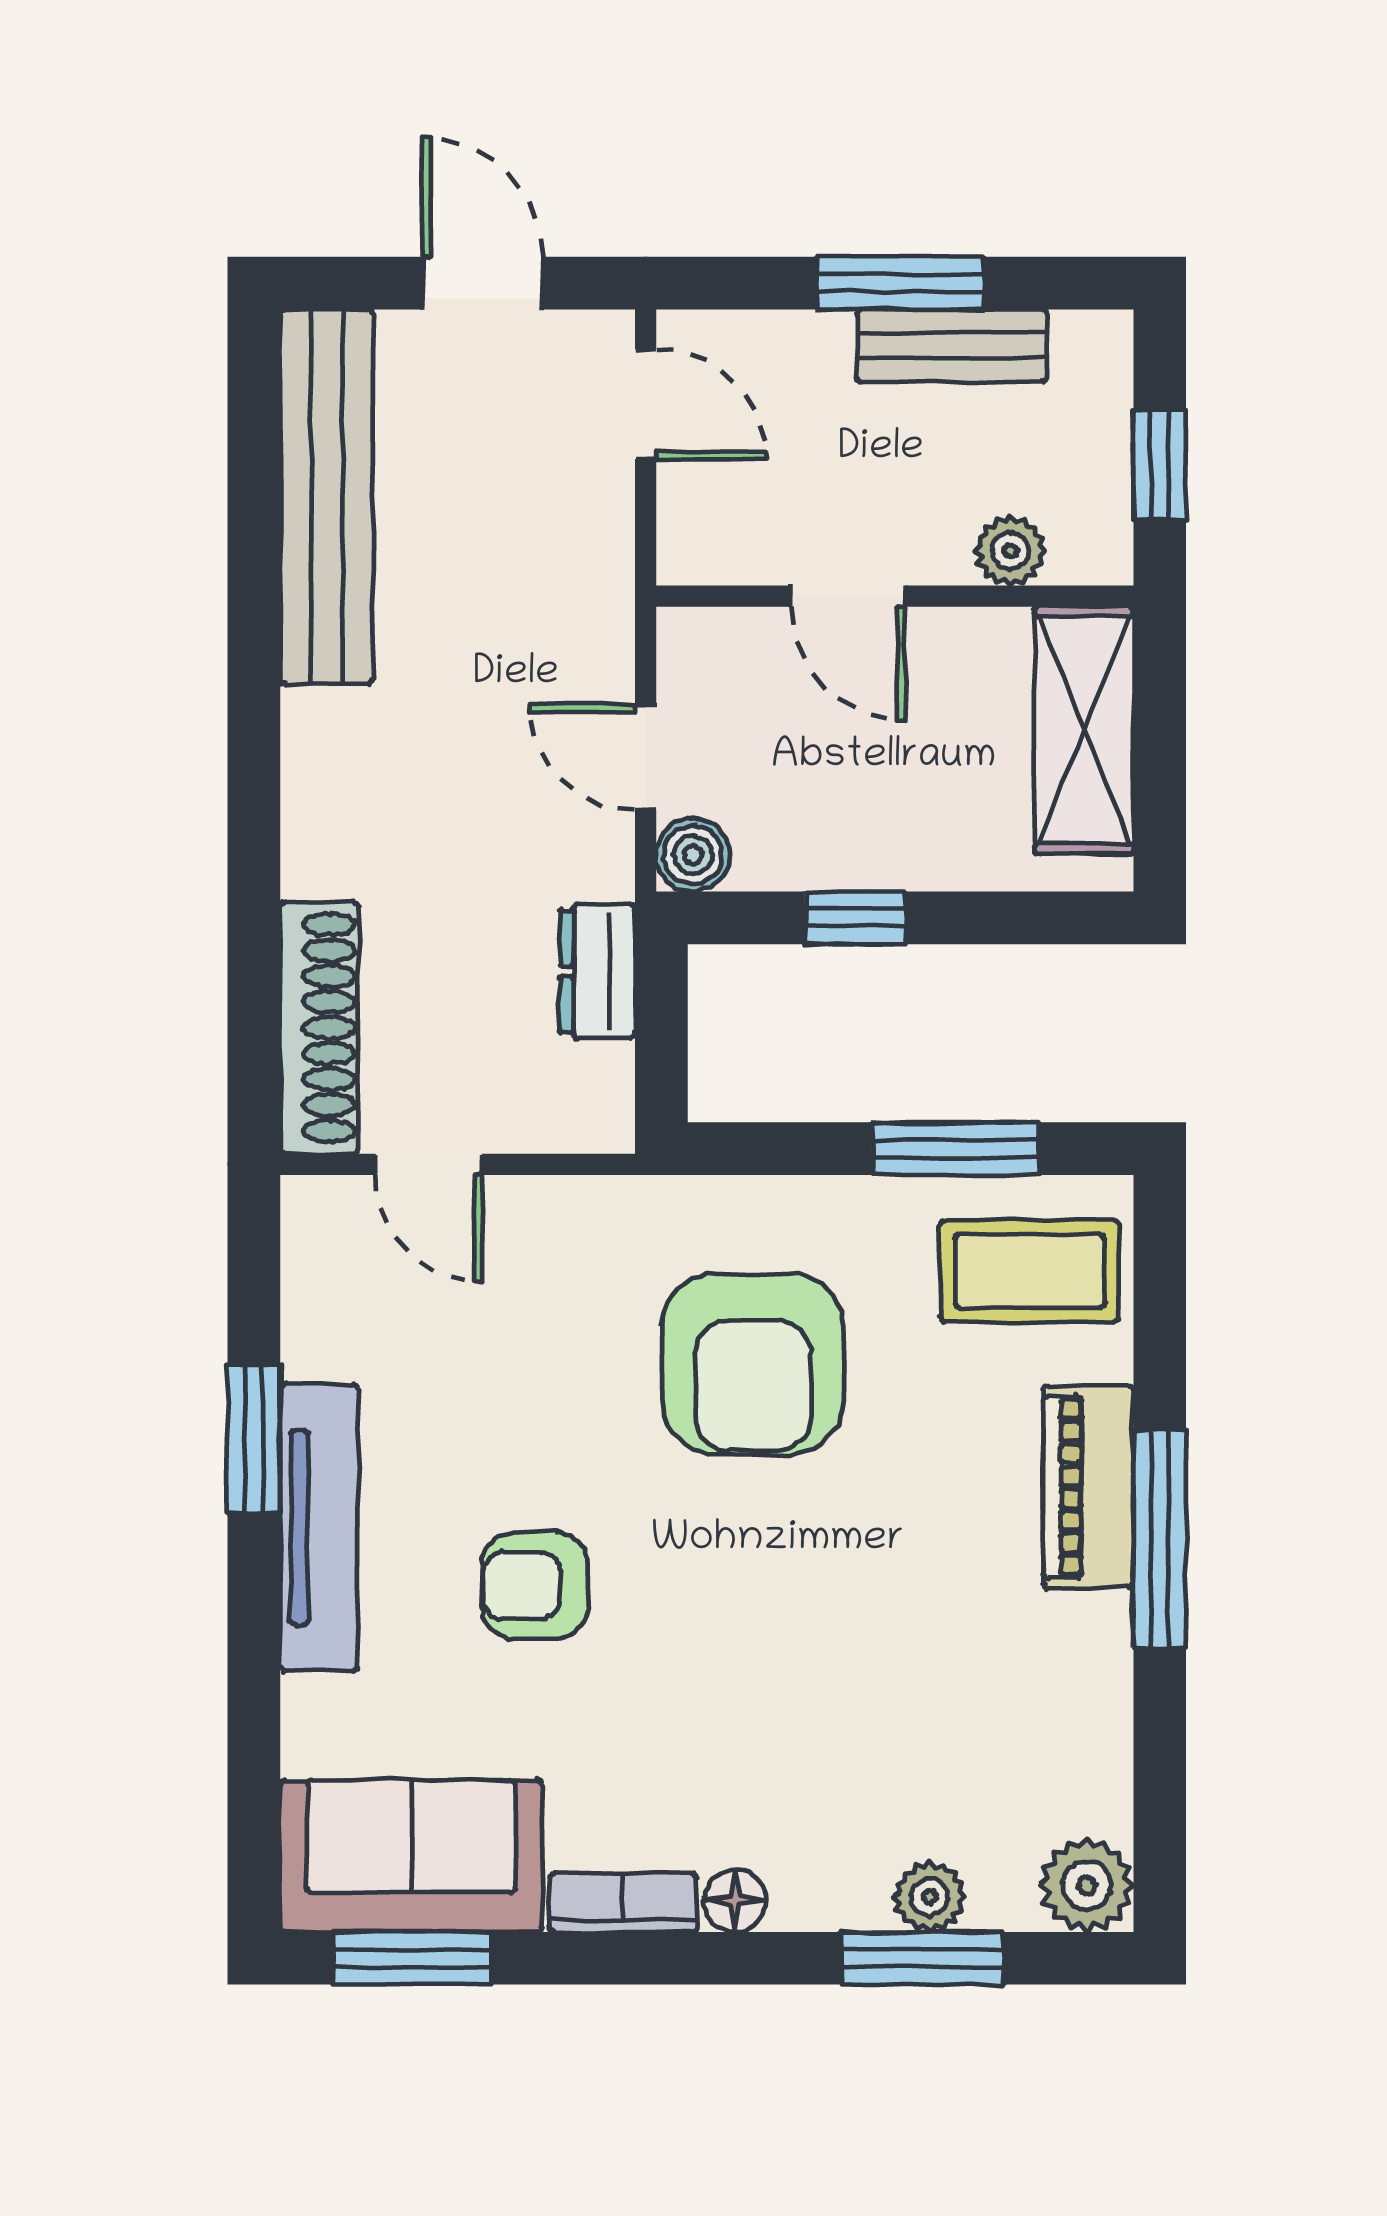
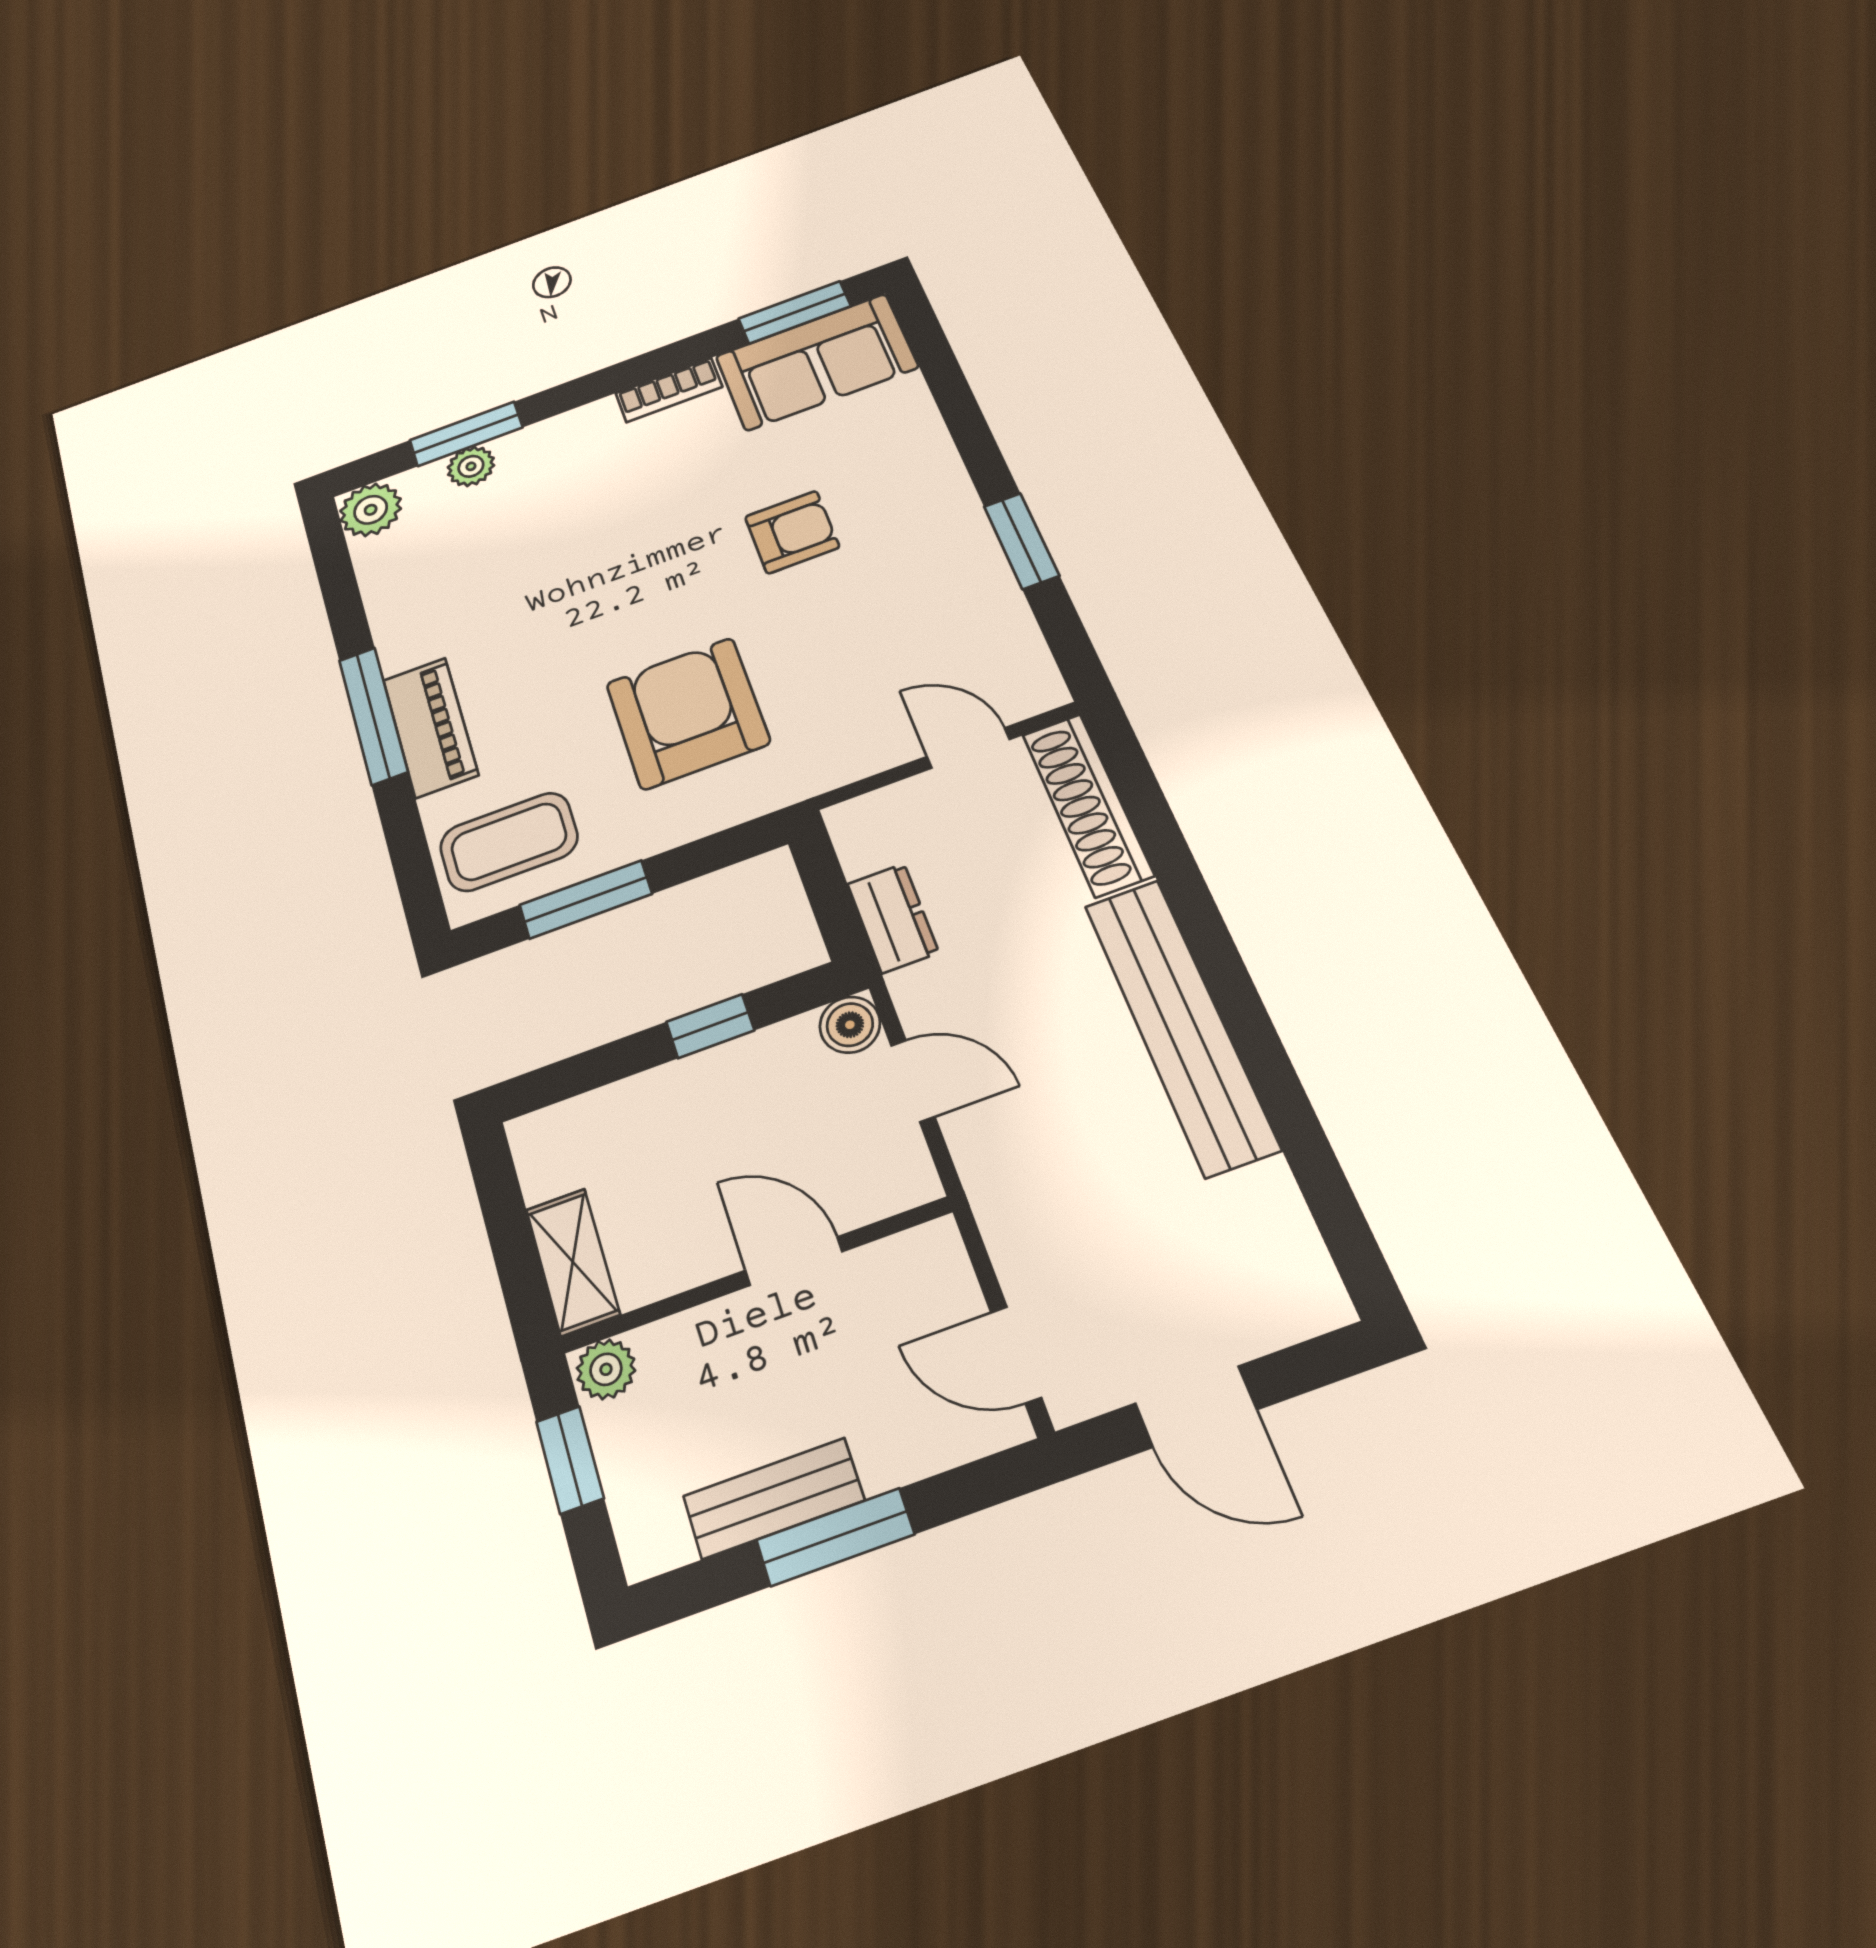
bench: (327, 497) -> (1180, 1025), moved
plant: (1010, 551) -> (606, 1369), moved
shelving: (1084, 730) -> (573, 1262), width x0.67, depth x0.75
tv unit: (319, 1528) -> (954, 509), removed
floor lamp: (735, 1901) -> (596, 418), removed

